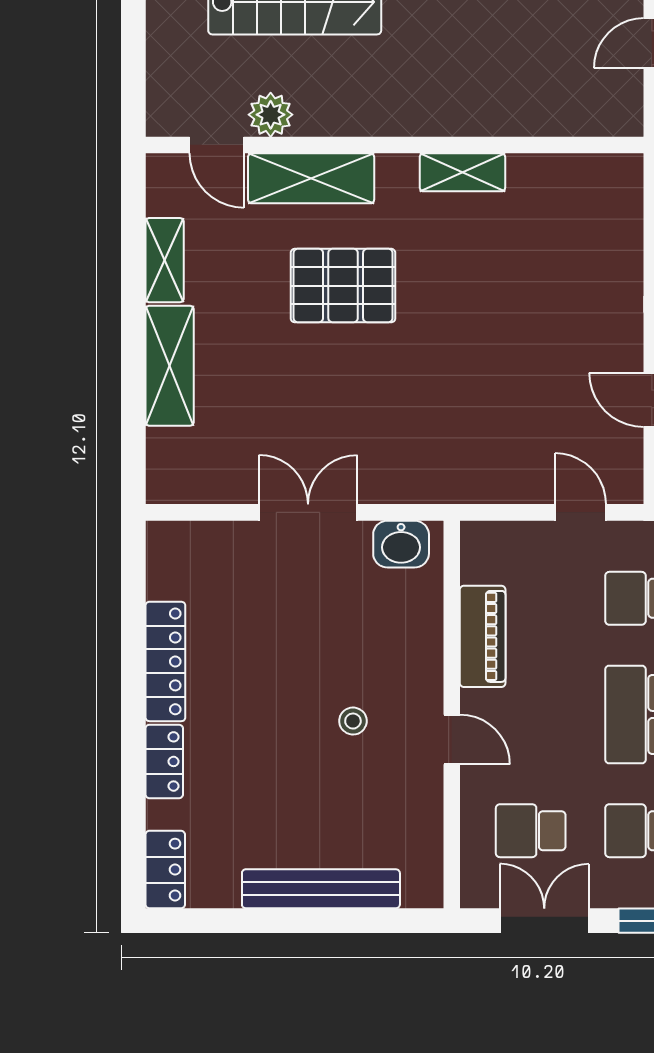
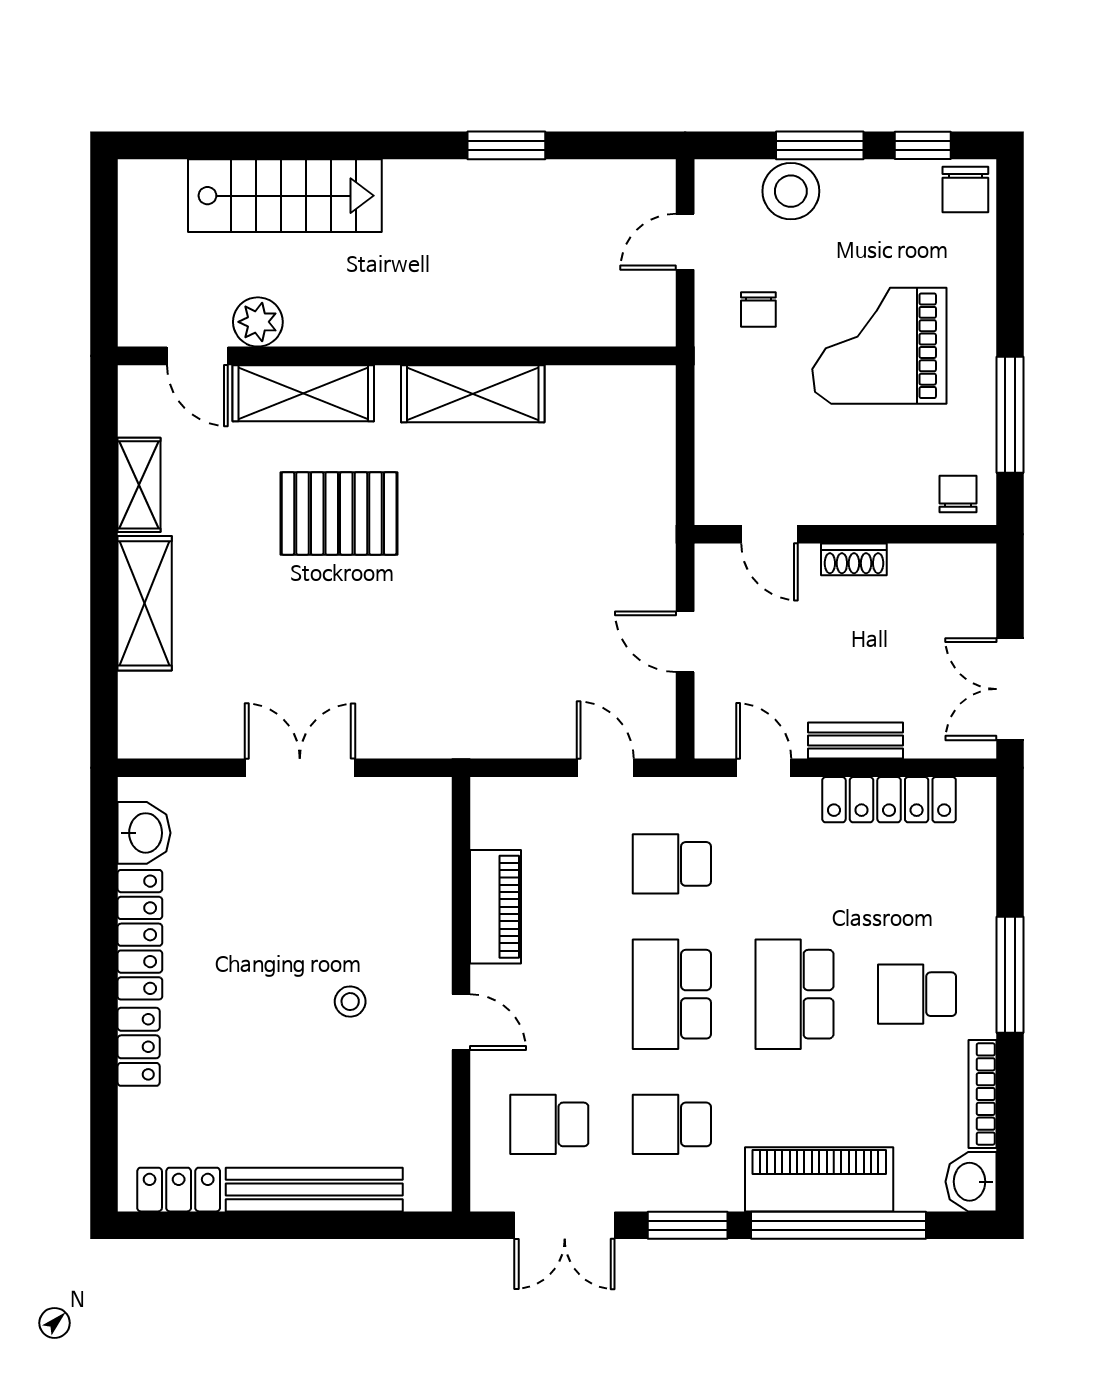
shelving: (462, 172) -> (473, 394), width x1.50, depth x1.33
washbasin: (401, 544) -> (144, 833), moved, turned -90
locker: (165, 870) -> (179, 1190), moved, turned -90
double door: (544, 921) -> (565, 1225), swing flipped

